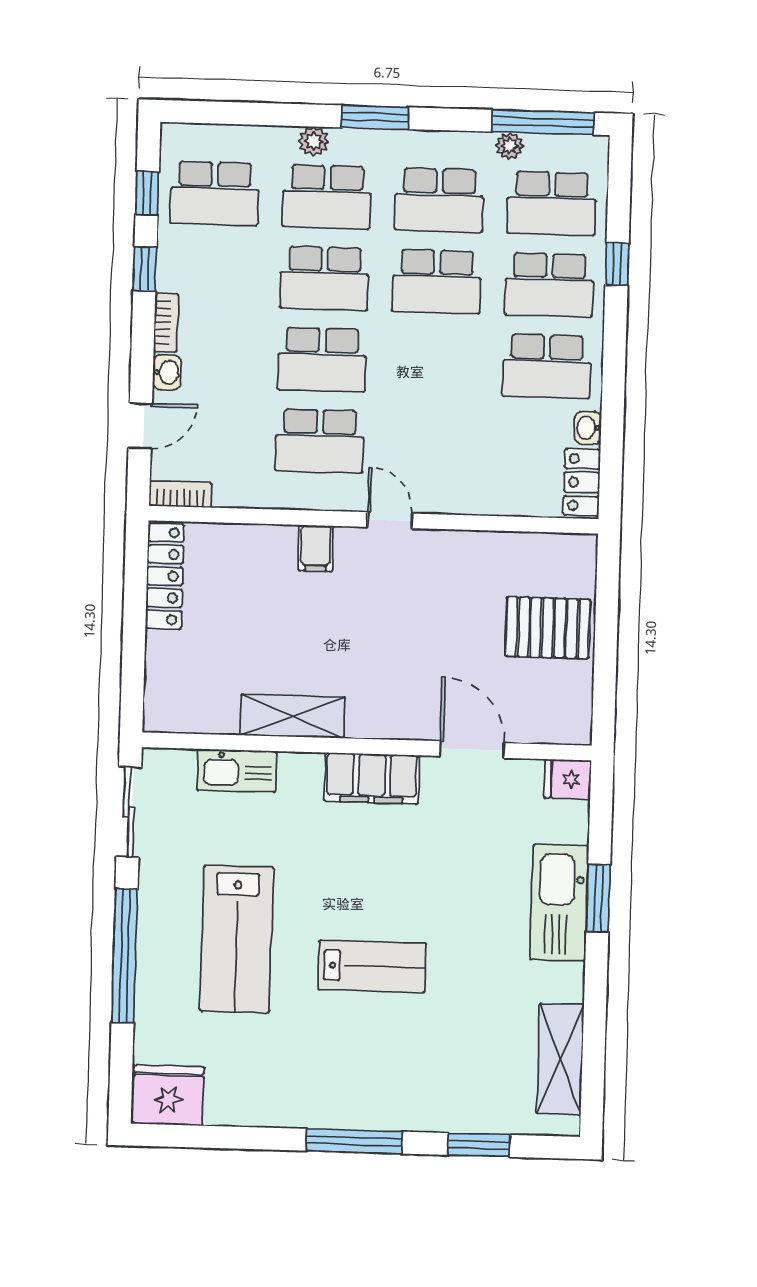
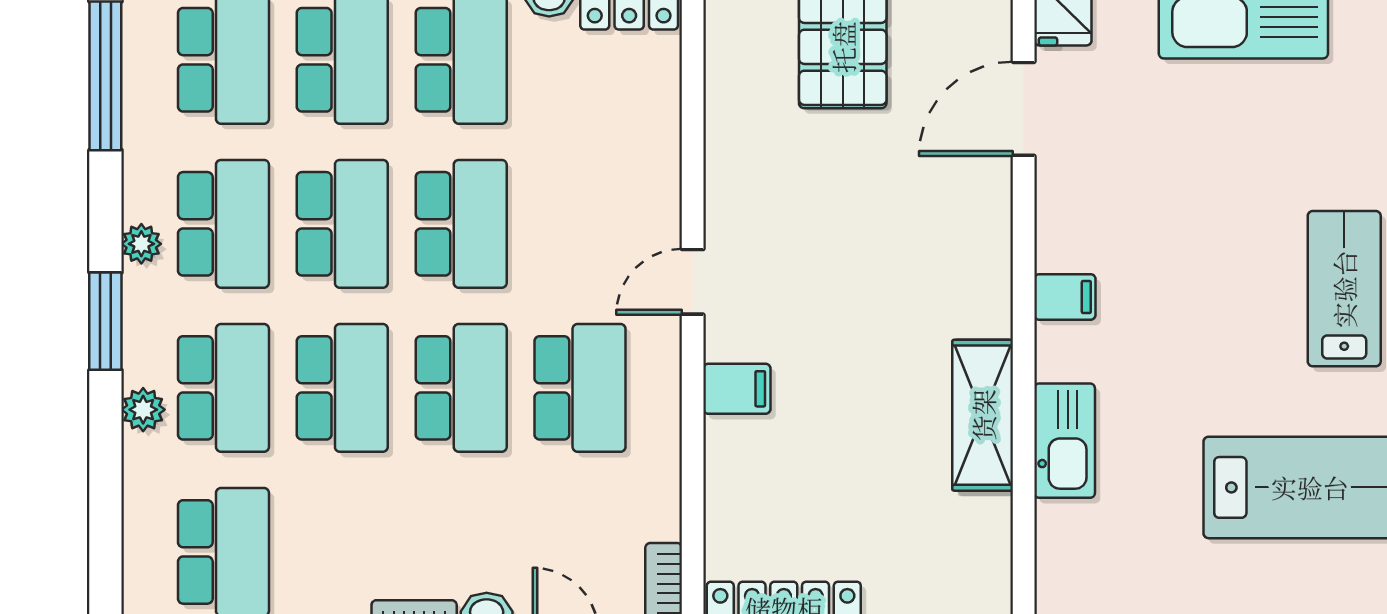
plant: (509, 146) -> (141, 244), moved
school desk: (434, 363) -> (461, 224), added
door: (472, 750) -> (1024, 109), moved
kitchen sink: (237, 771) -> (1065, 441), moved
filing cabinet: (372, 778) -> (1065, 297), width x0.33, depth x0.86

